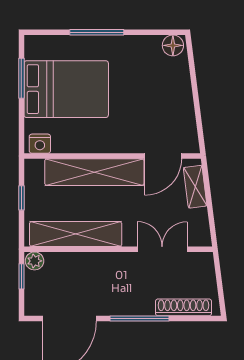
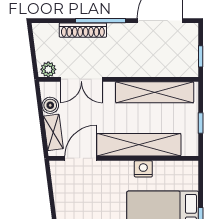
nightstand: (40, 144) -> (143, 169), moved
boiler: (199, 219) -> (50, 105), added
plant: (35, 261) -> (48, 69), moved
shoe rack: (183, 307) -> (83, 30), moved

